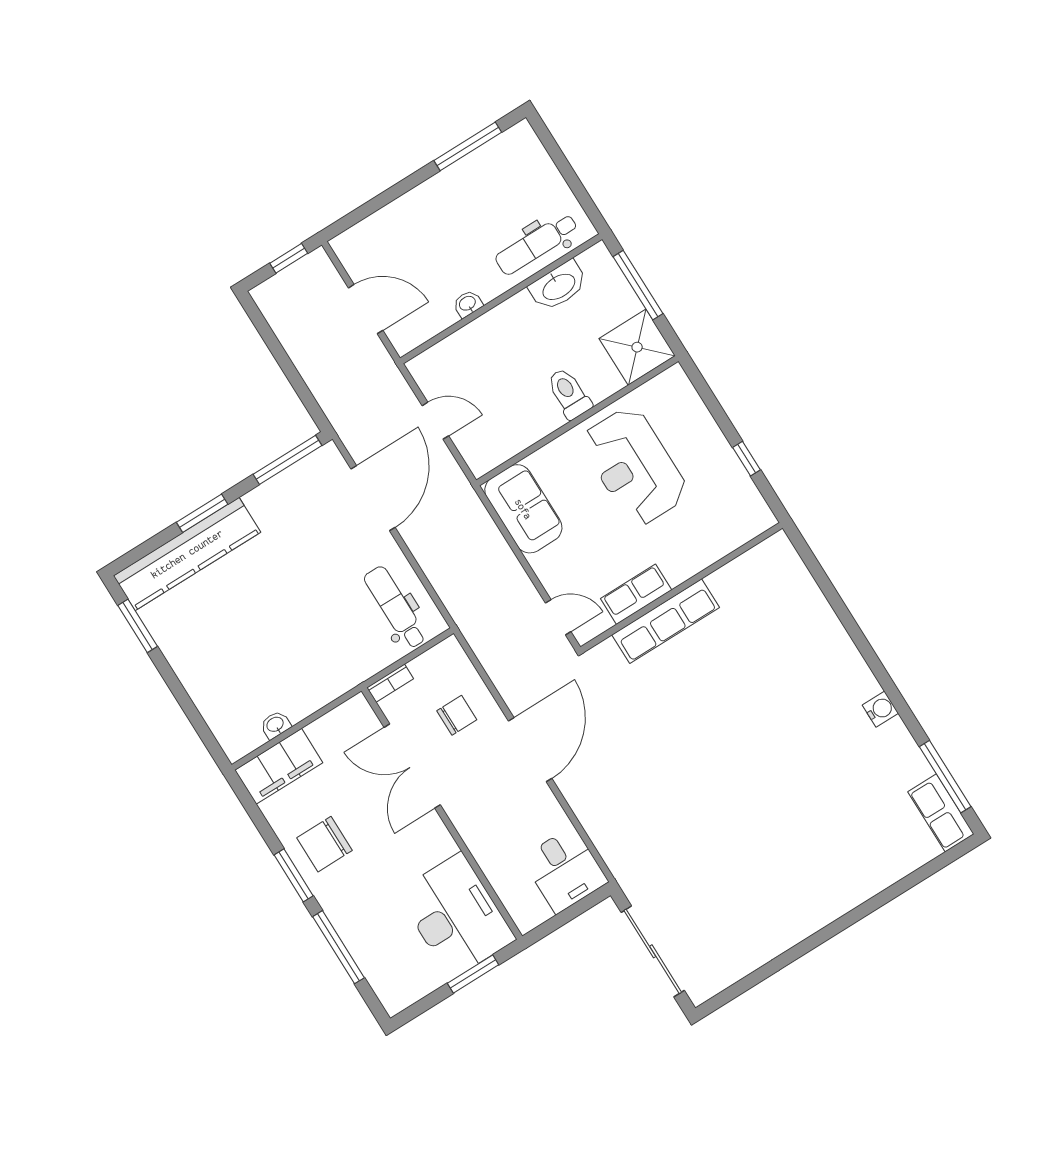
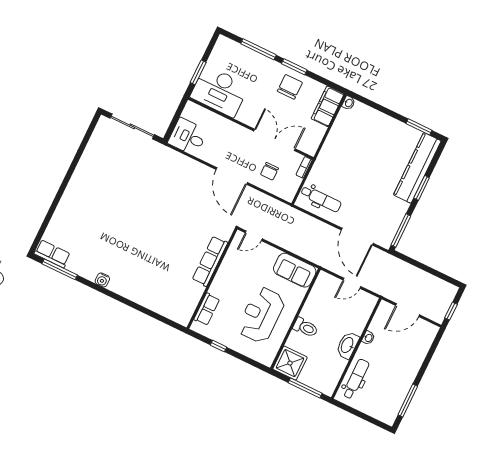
washbasin: (558, 286) -> (347, 345), moved
reception desk: (634, 466) -> (261, 315), turned -90
row of seats: (636, 594) -> (207, 309), moved
washbasin: (275, 725) -> (349, 103), moved

